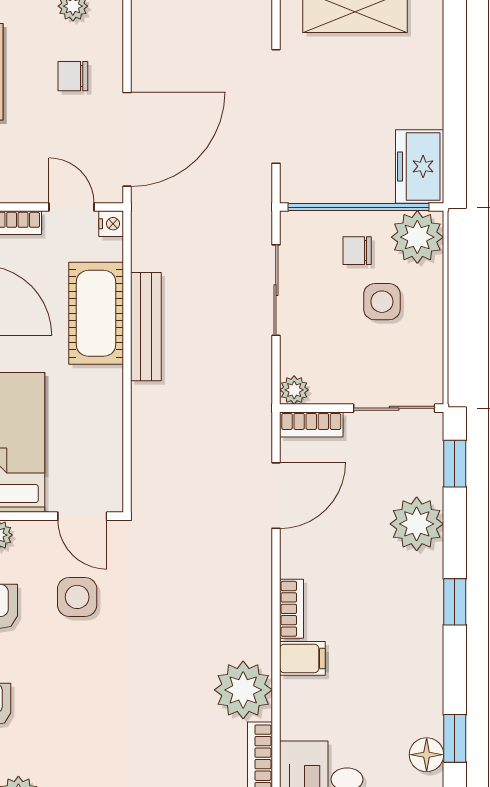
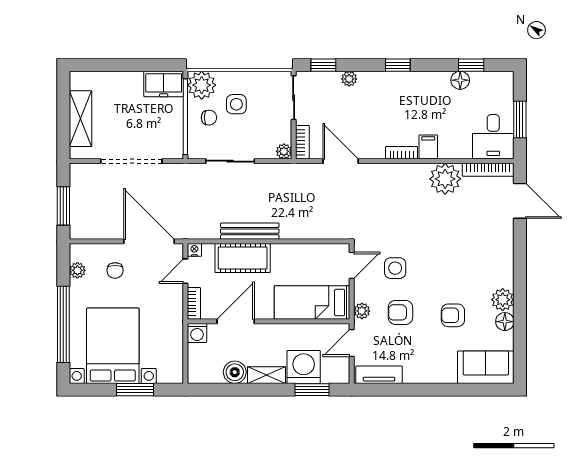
chair: (357, 251) -> (209, 118), turned -90
plant: (417, 524) -> (349, 79), width x0.53, depth x0.53
floor lamp: (427, 755) -> (460, 80), moved

